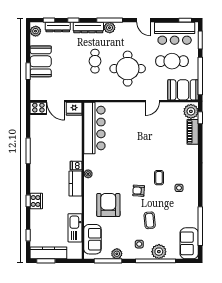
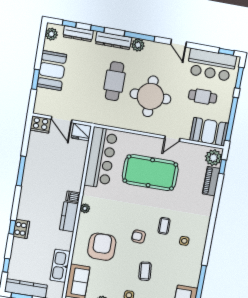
cafe table: (95, 61) -> (115, 81), width x1.37, depth x1.35
cafe table: (172, 61) -> (203, 97), width x0.73, depth x0.74
pool table: (139, 133) -> (150, 173), added

